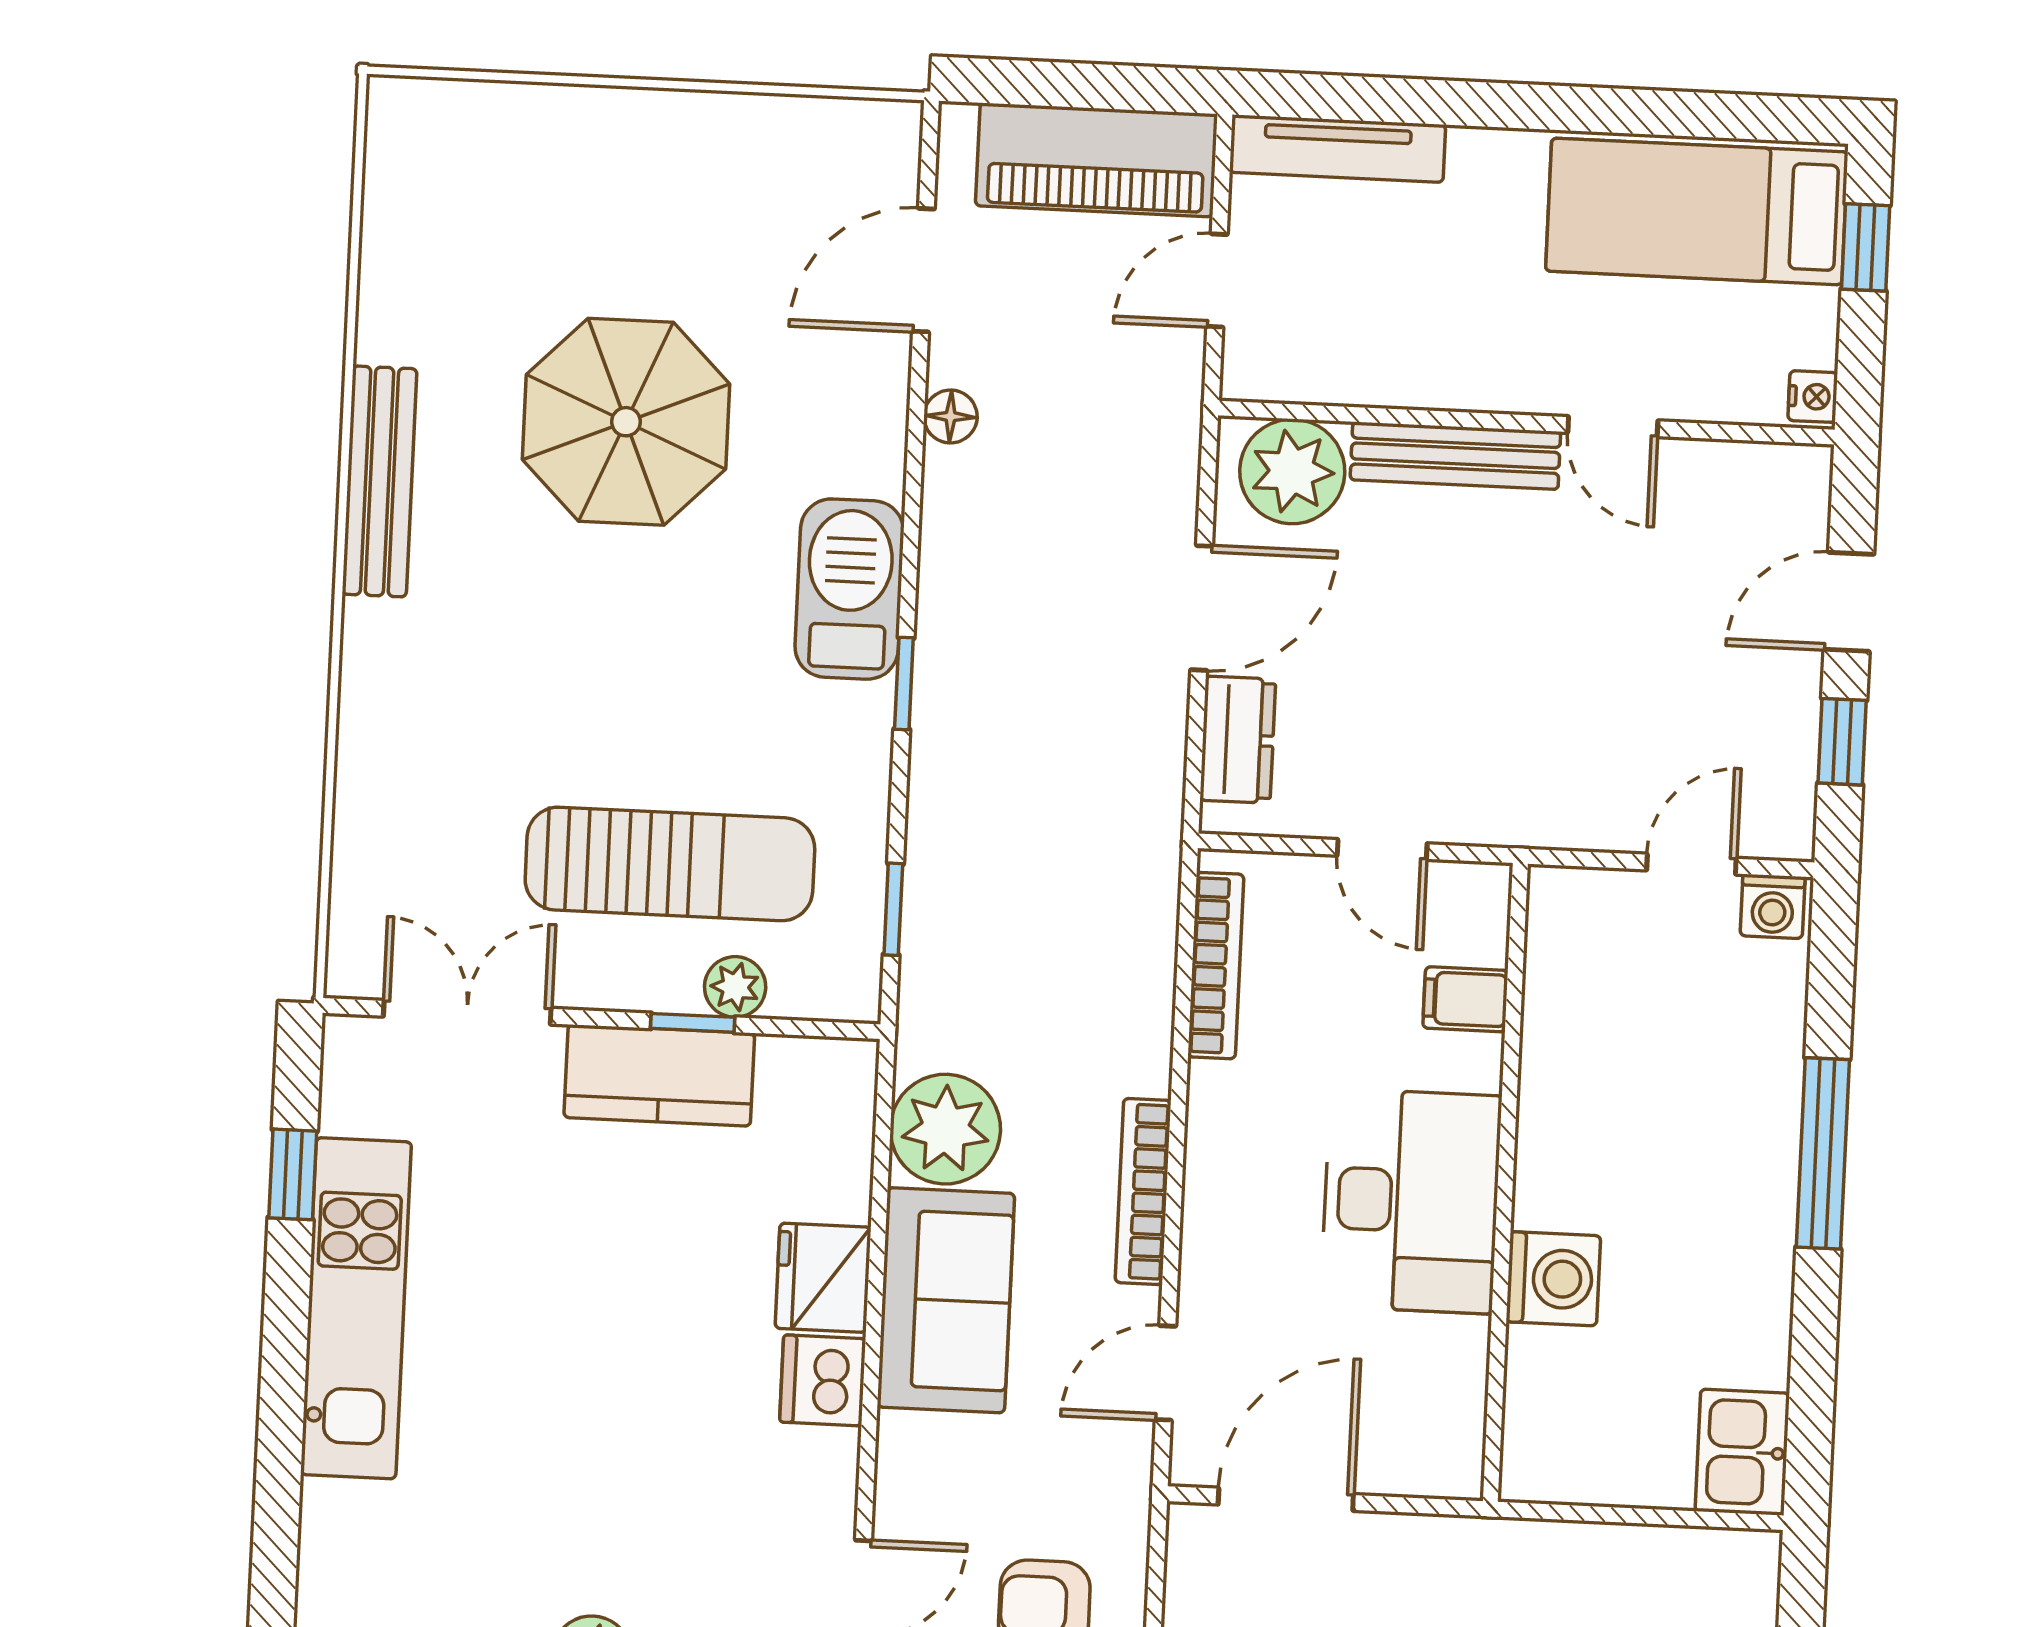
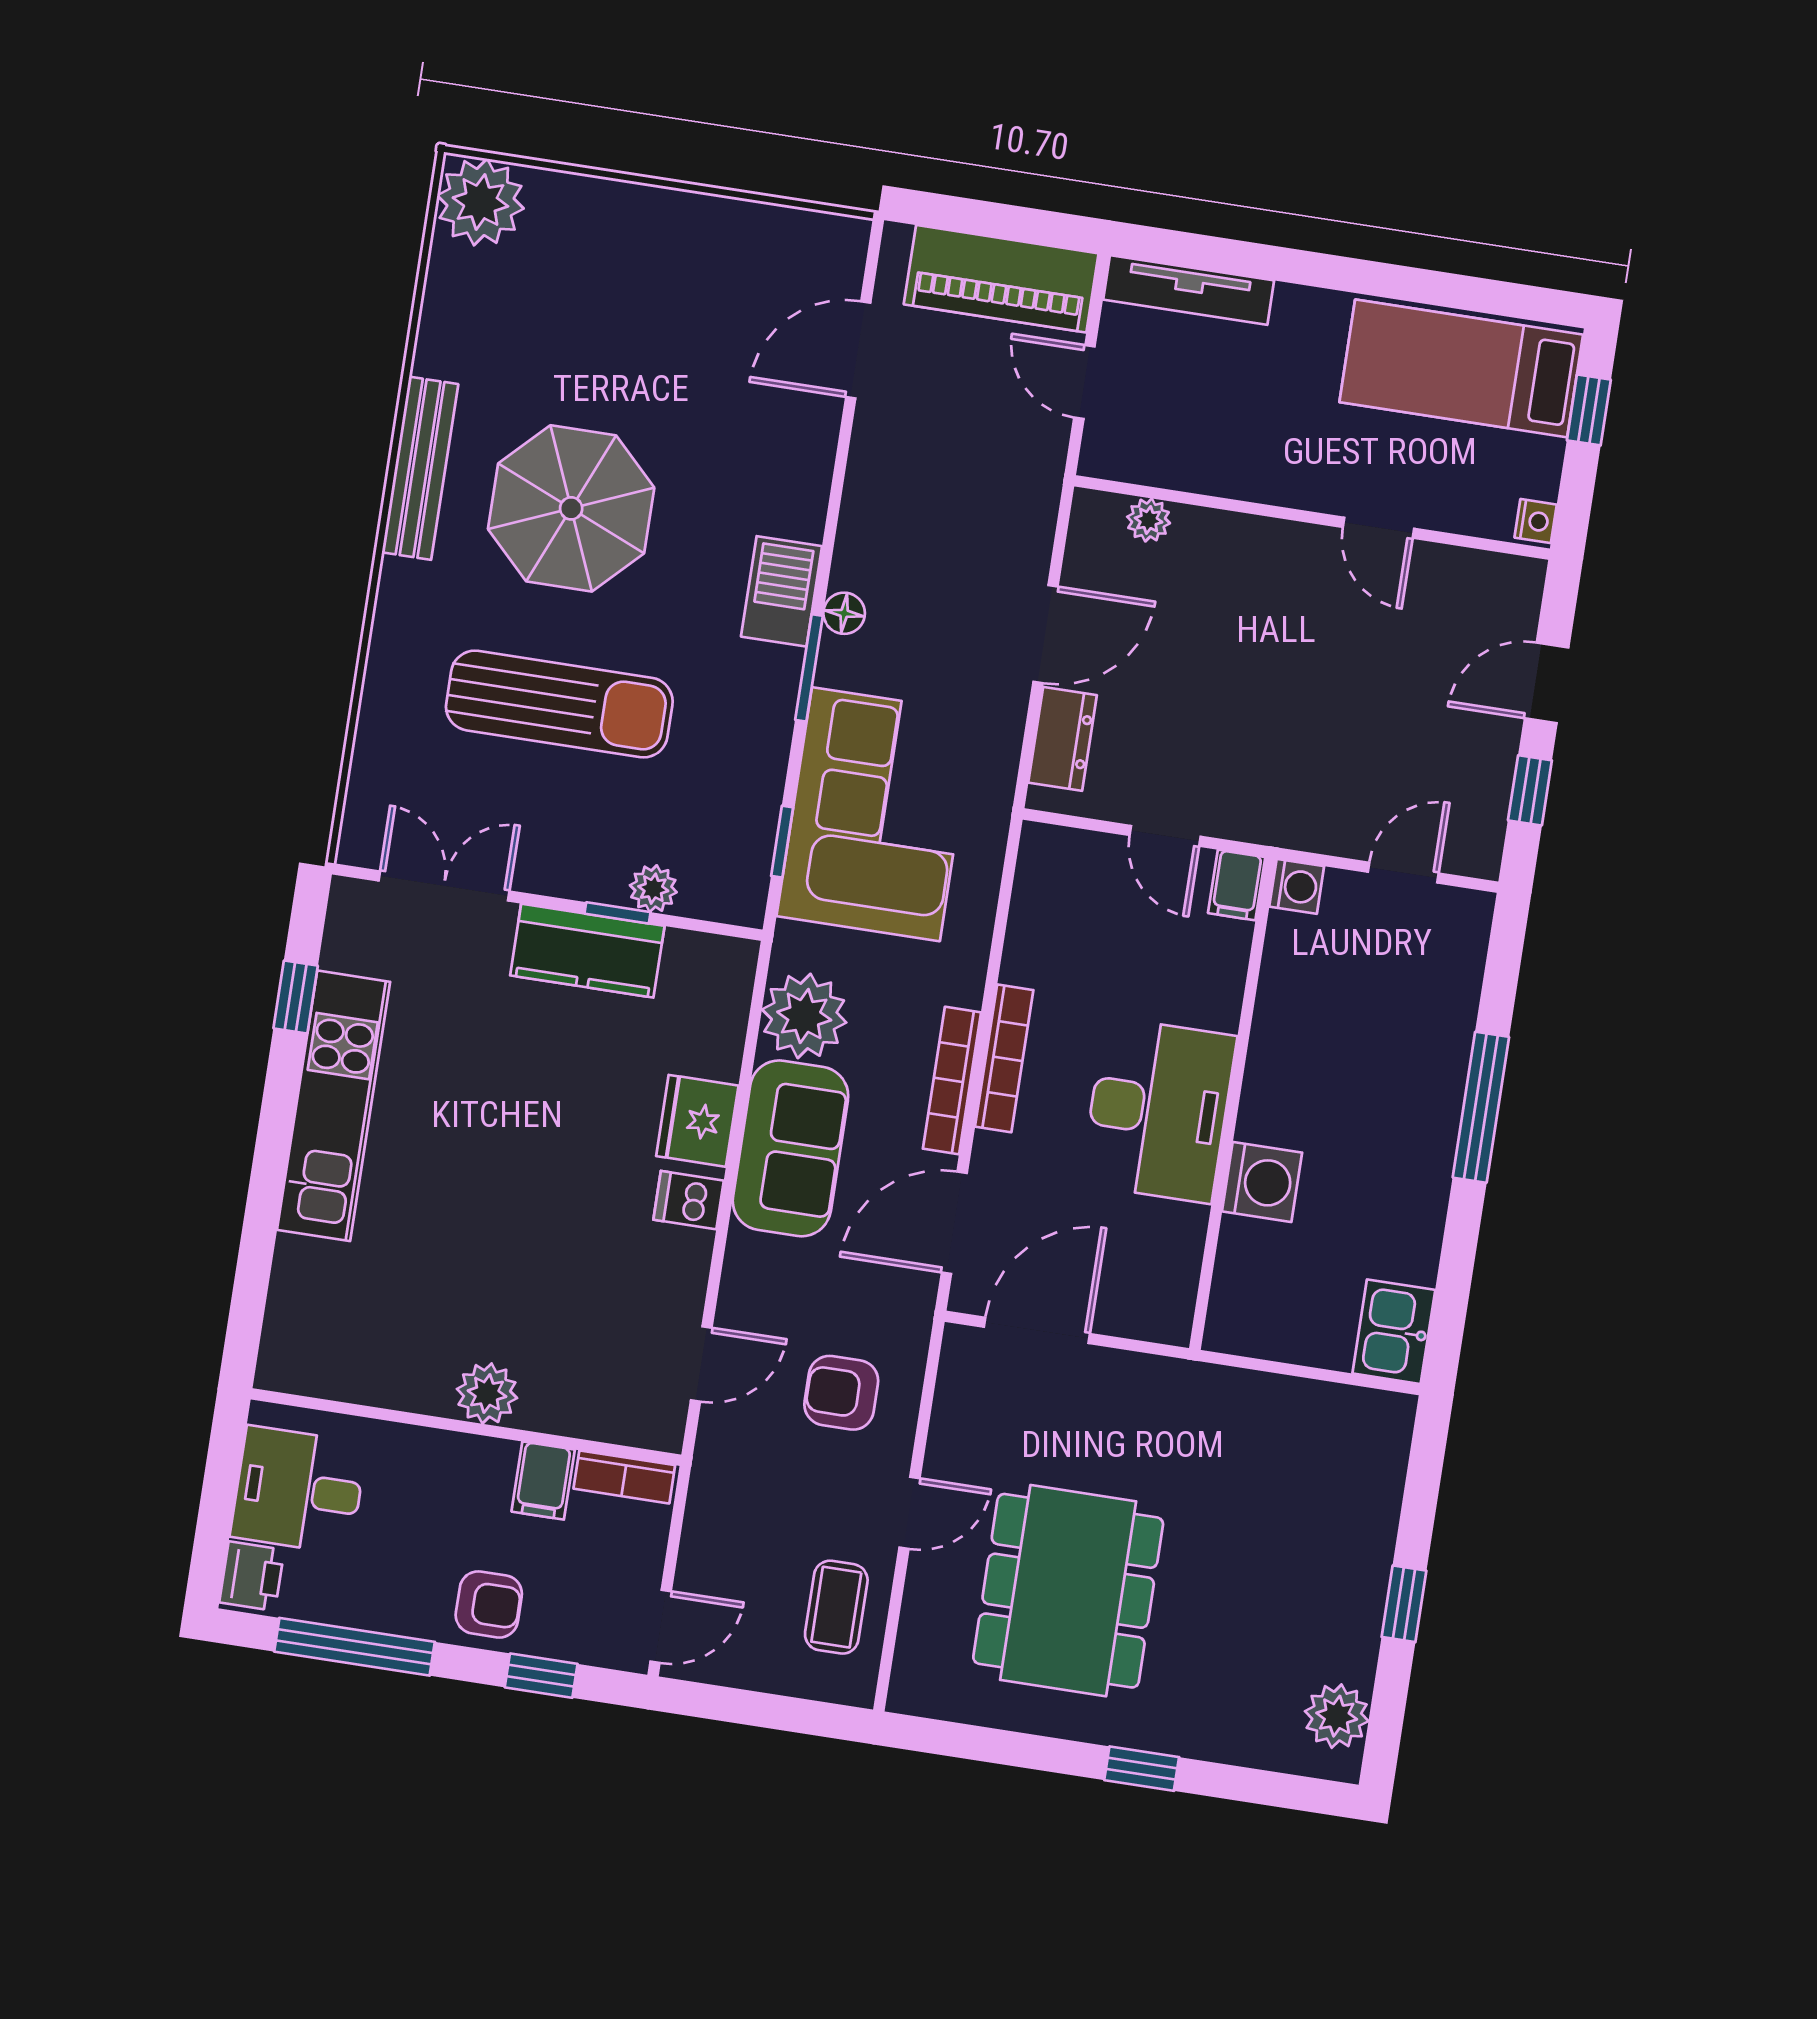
plant: (420, 133) -> (480, 202), added
door: (1217, 280) -> (1084, 382), hinge flipped
floor lamp: (951, 416) -> (844, 613), moved
parasol: (626, 422) -> (571, 508), moved
bench: (1455, 456) -> (1254, 537), removed
plant: (1292, 471) -> (1149, 520), width x0.53, depth x0.53
barbecue: (849, 589) -> (782, 591), width x0.73, depth x0.83
window: (904, 683) -> (809, 668), width x1.50
corner sofa: (1009, 861) -> (876, 814), added
sun lounger: (670, 864) -> (559, 704), moved
washing machine: (1773, 906) -> (1297, 886), moved, turned -90
bookcase: (1216, 966) -> (1004, 1058), moved
filing cabinet: (1465, 999) -> (1237, 885), moved, turned -90
door: (1166, 1373) -> (954, 1223), width x1.38
dishwasher: (823, 1380) -> (689, 1200), width x0.73

